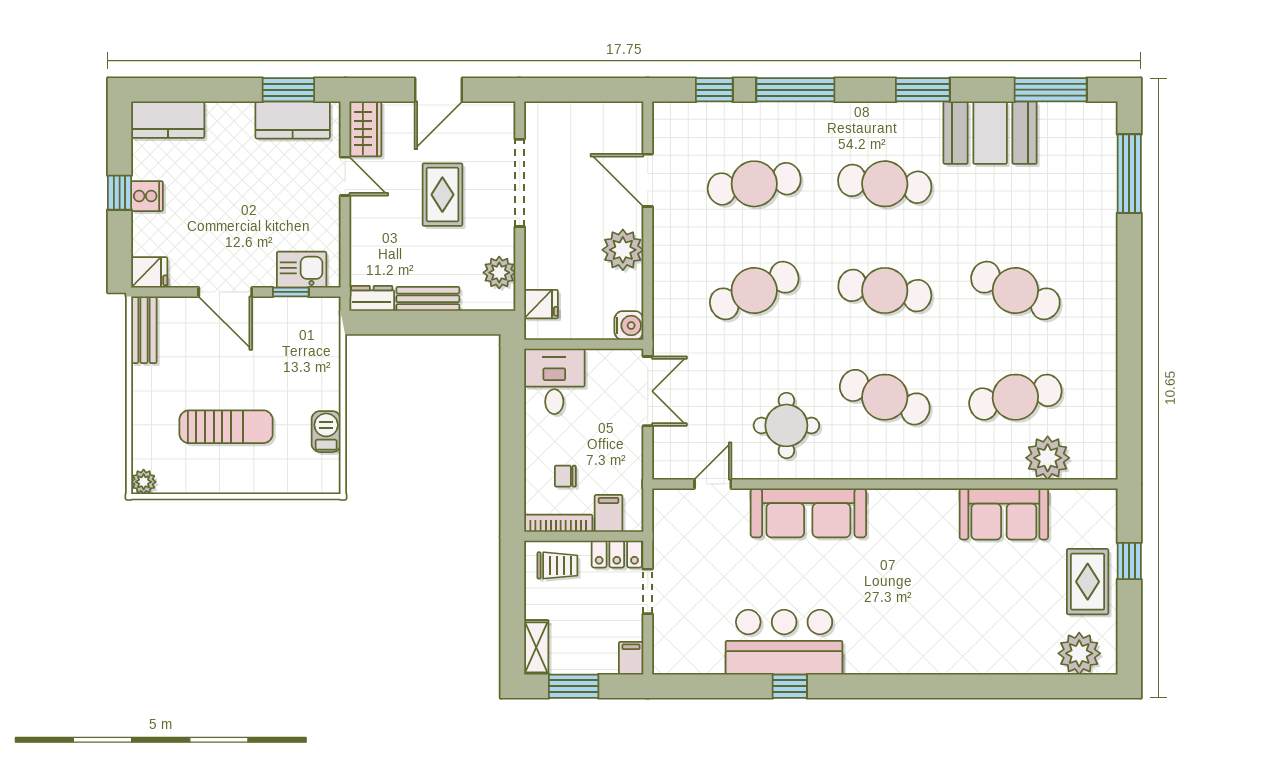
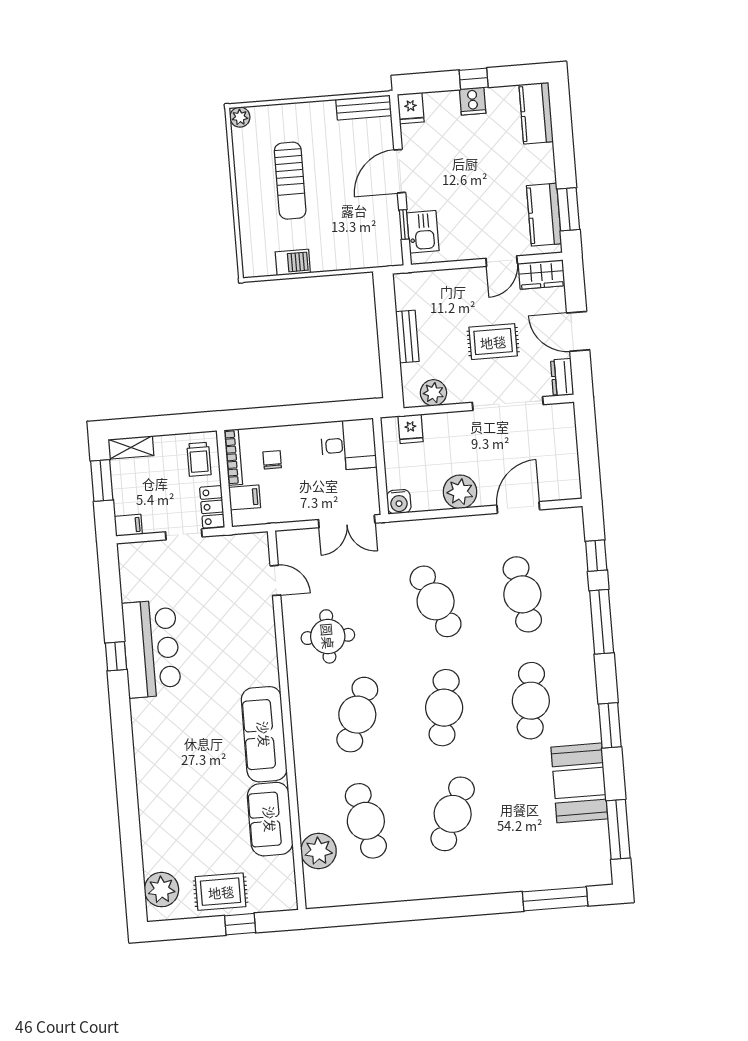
dresser: (372, 298) -> (562, 377), moved, turned 180
sofa: (808, 513) -> (264, 734), moved

